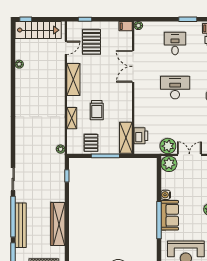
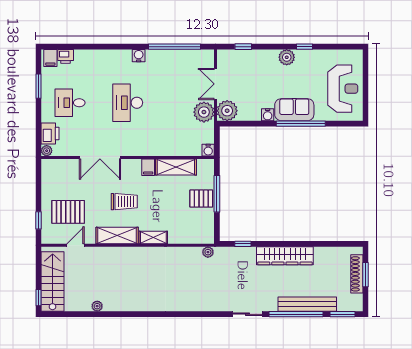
filing cabinet: (126, 26) -> (148, 167), moved
door: (66, 48) -> (76, 245), hinge flipped
trolley: (97, 110) -> (124, 202), moved
shelving: (72, 118) -> (153, 238), moved
printer: (141, 136) -> (50, 133), moved, turned 90
shelving: (126, 138) -> (176, 167), moved
pallet: (91, 143) -> (201, 199), moved
water cooler: (139, 149) -> (208, 150), added
wardrobe: (58, 224) -> (285, 256), moved

